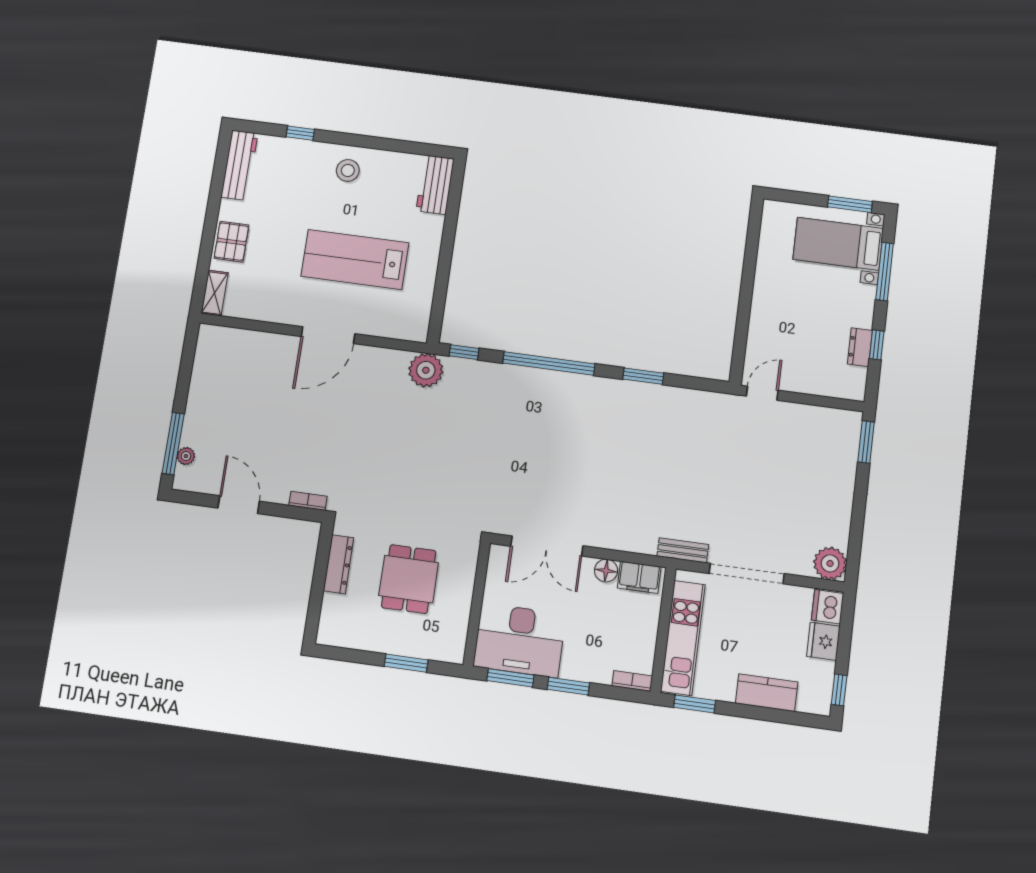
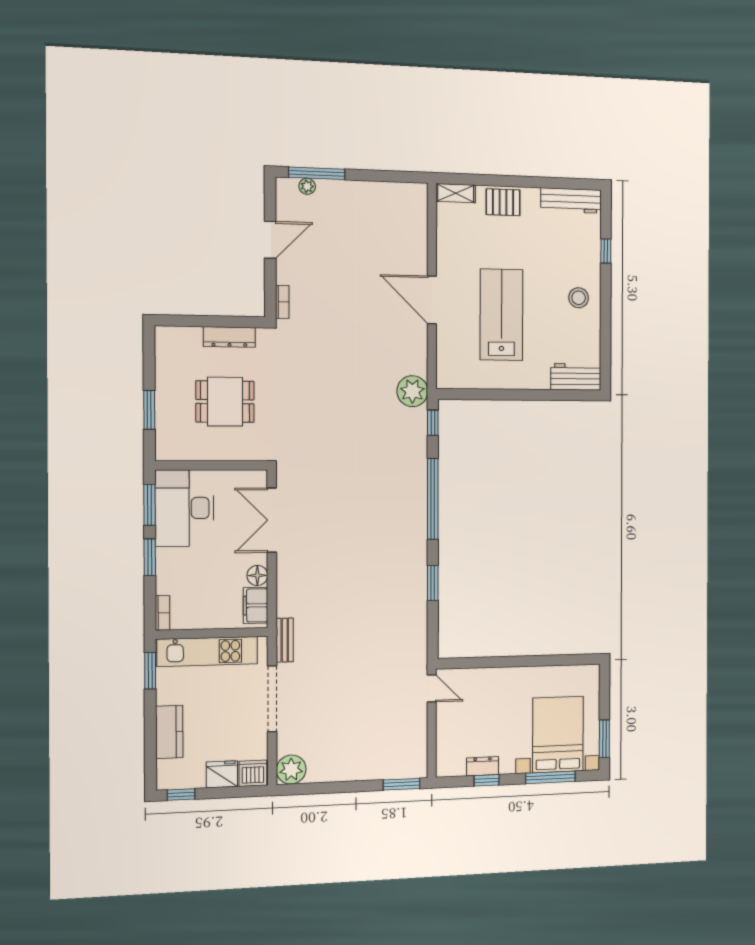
bed with nightstands: (838, 244) -> (558, 734), width x1.36

